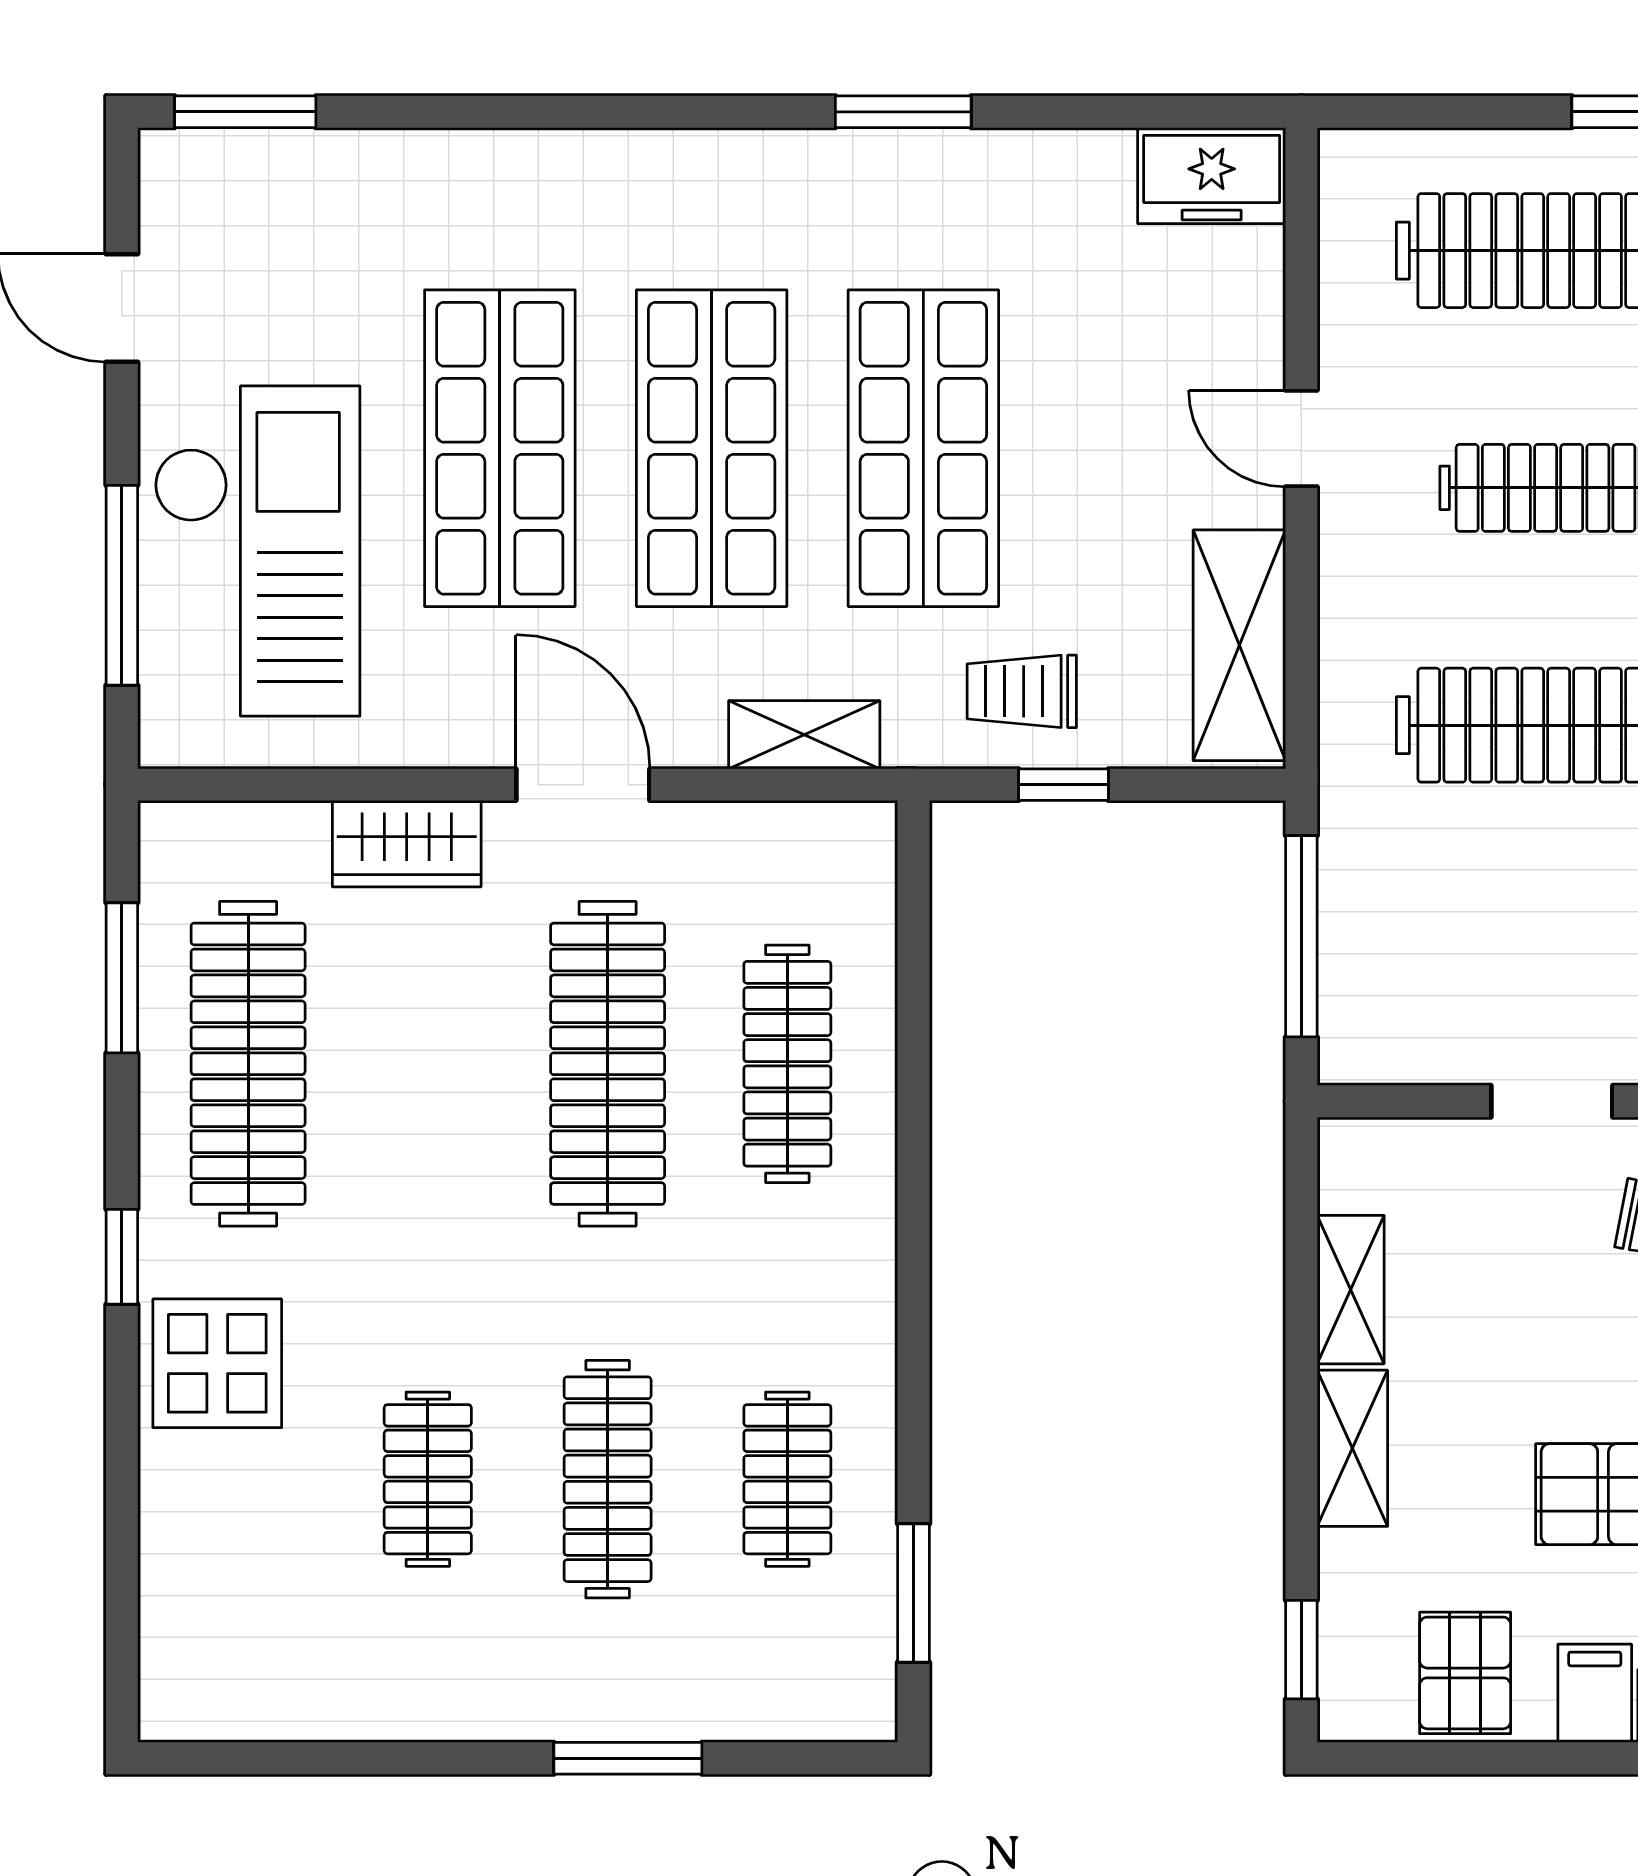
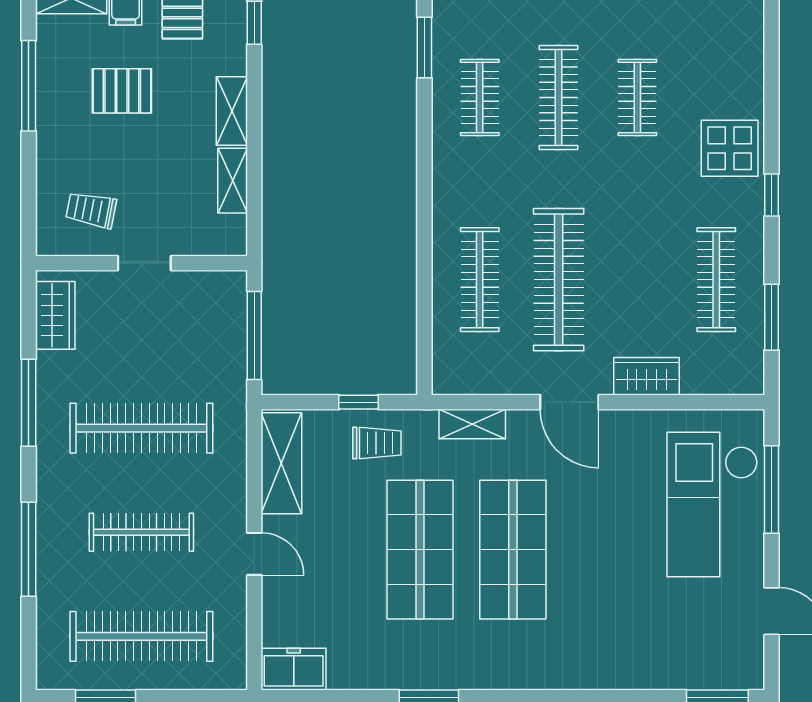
shop shelf: (500, 448) -> (606, 550), removed
clothes rail: (248, 1064) -> (716, 280), width x0.73, depth x0.76

